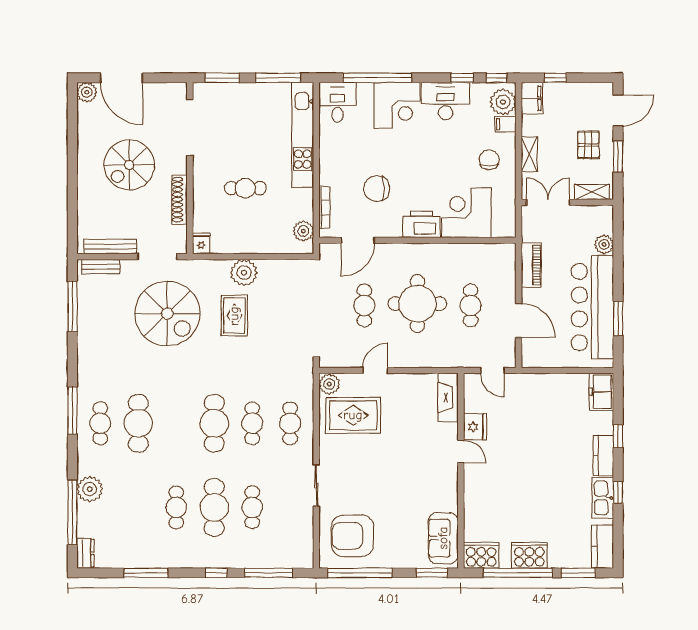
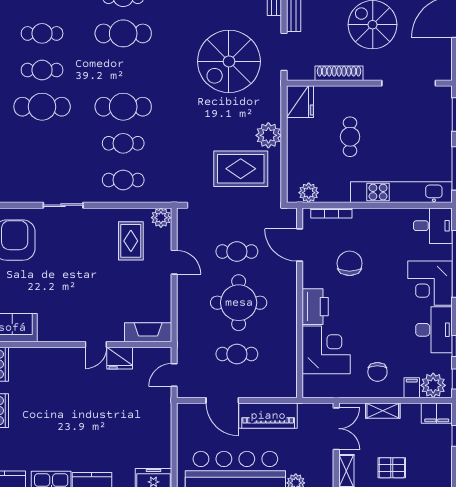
chair: (489, 160) -> (377, 372), turned 90
fridge: (201, 244) -> (300, 102), width x1.88, depth x1.34
piano: (531, 265) -> (268, 416), width x1.37, depth x1.33
rug: (234, 316) -> (241, 169), moved, width x1.36, depth x1.43
door: (519, 321) -> (222, 400), hinge flipped
rug: (353, 415) -> (131, 241), width x0.73, depth x0.70
cafe table: (252, 507) -> (42, 33), moved

